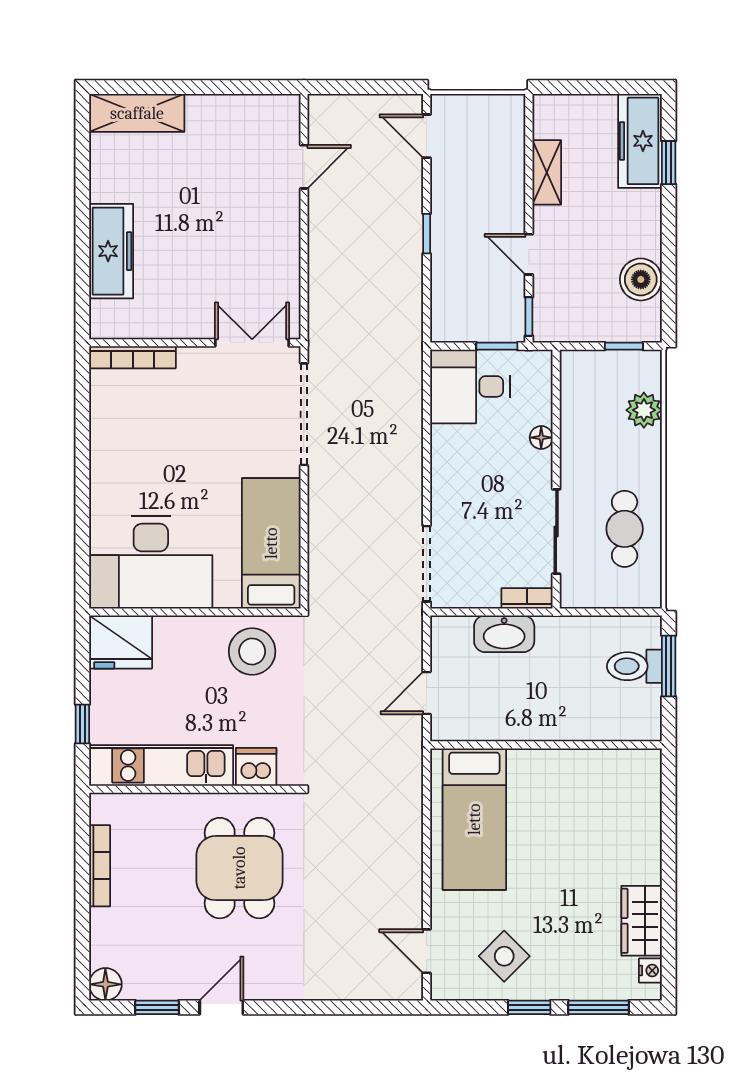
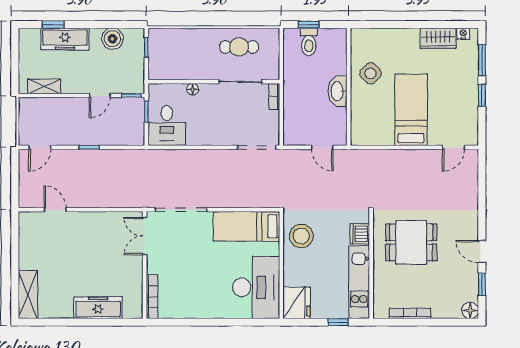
freezer: (640, 141) -> (65, 39), moved
shelving: (547, 172) -> (44, 86), moved
plant: (644, 410) -> (179, 37), removed
washbasin: (504, 634) -> (338, 91), moved, turned 180
window: (669, 666) -> (309, 25), width x0.67
bed: (474, 819) -> (411, 110), moved, turned -90
side table: (504, 956) -> (371, 73), moved

